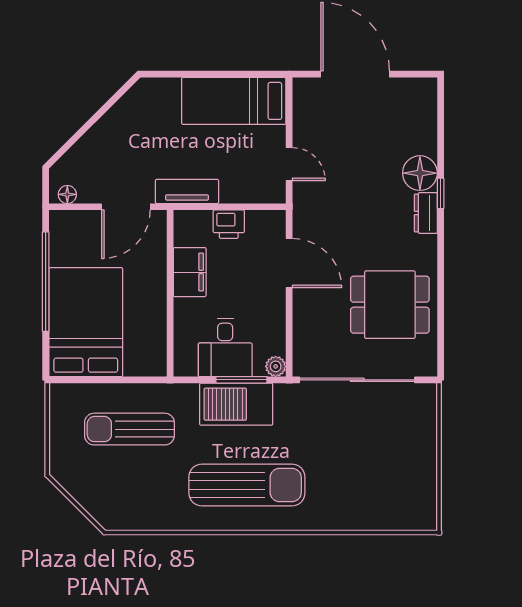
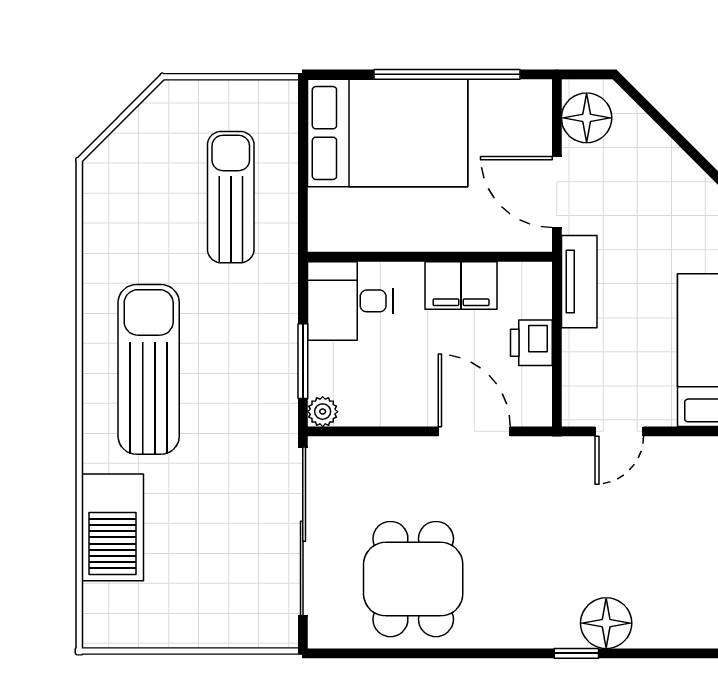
floor lamp: (67, 194) -> (587, 118), width x1.89, depth x1.89
dresser: (426, 213) -> (548, 632), removed
door: (289, 263) -> (474, 431), swing flipped
desk: (225, 348) -> (350, 301), moved
barbecue: (236, 404) -> (112, 527), moved, turned 180
sun lounger: (247, 485) -> (149, 369), turned 180

